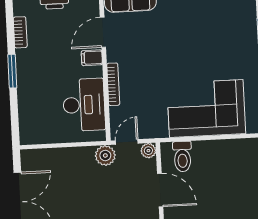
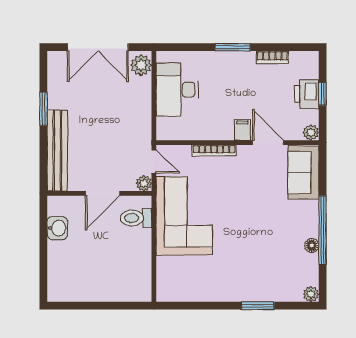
desk: (84, 105) -> (177, 90), moved, turned 90
corner sofa: (206, 109) -> (184, 216), moved
plant: (105, 155) -> (141, 65), moved

